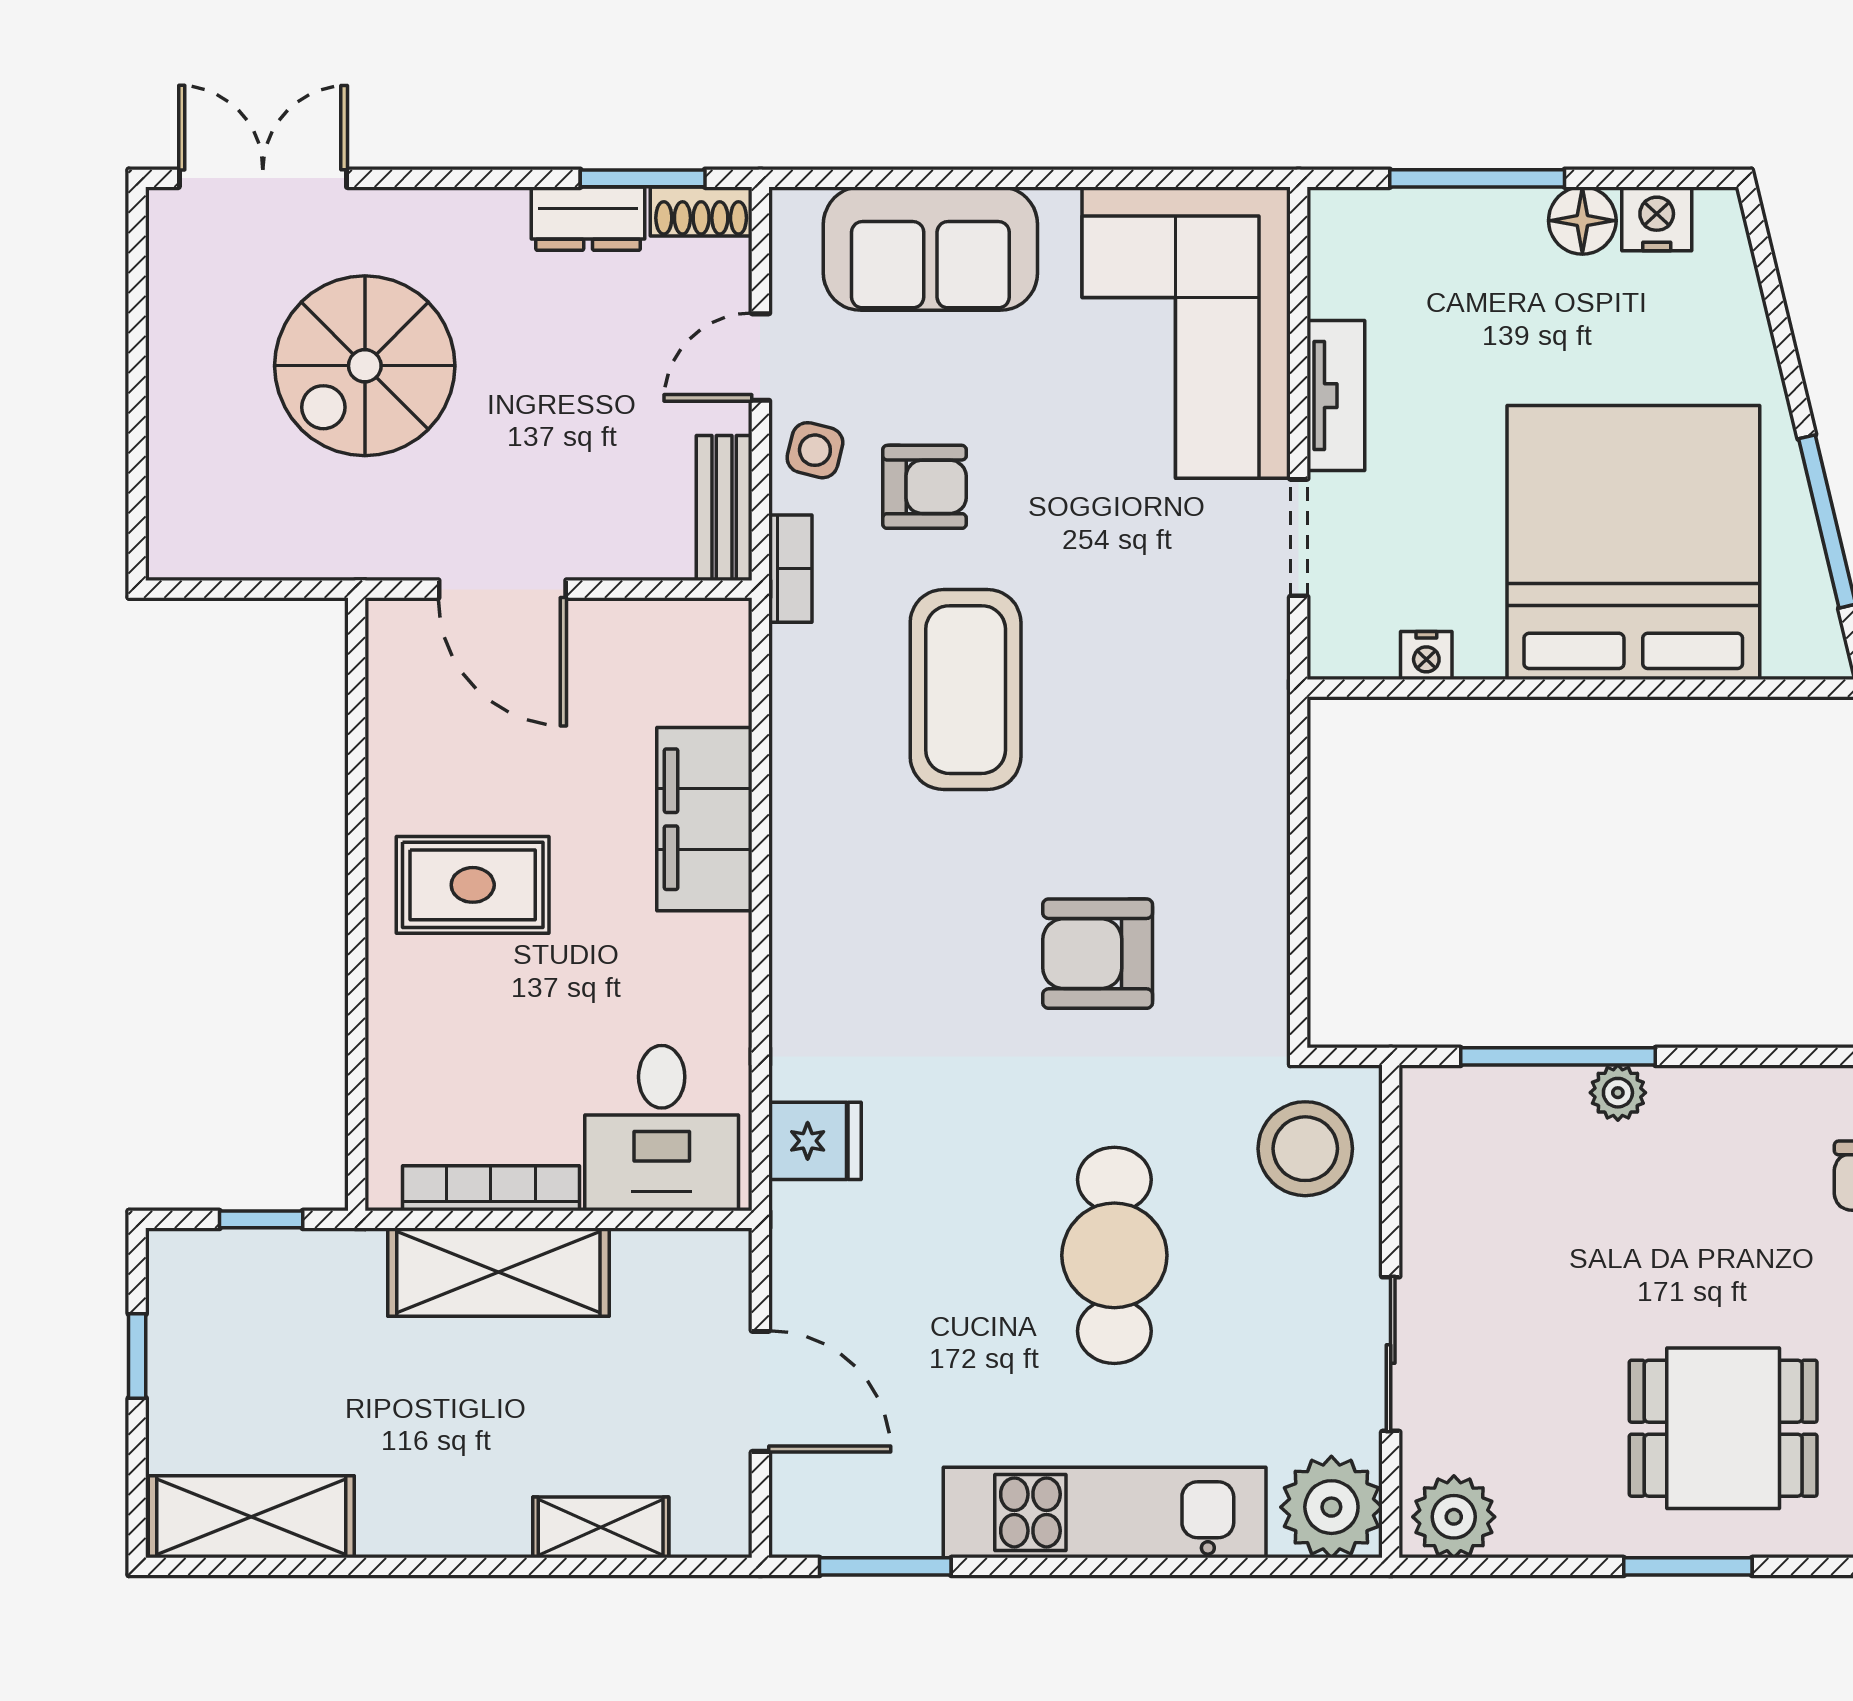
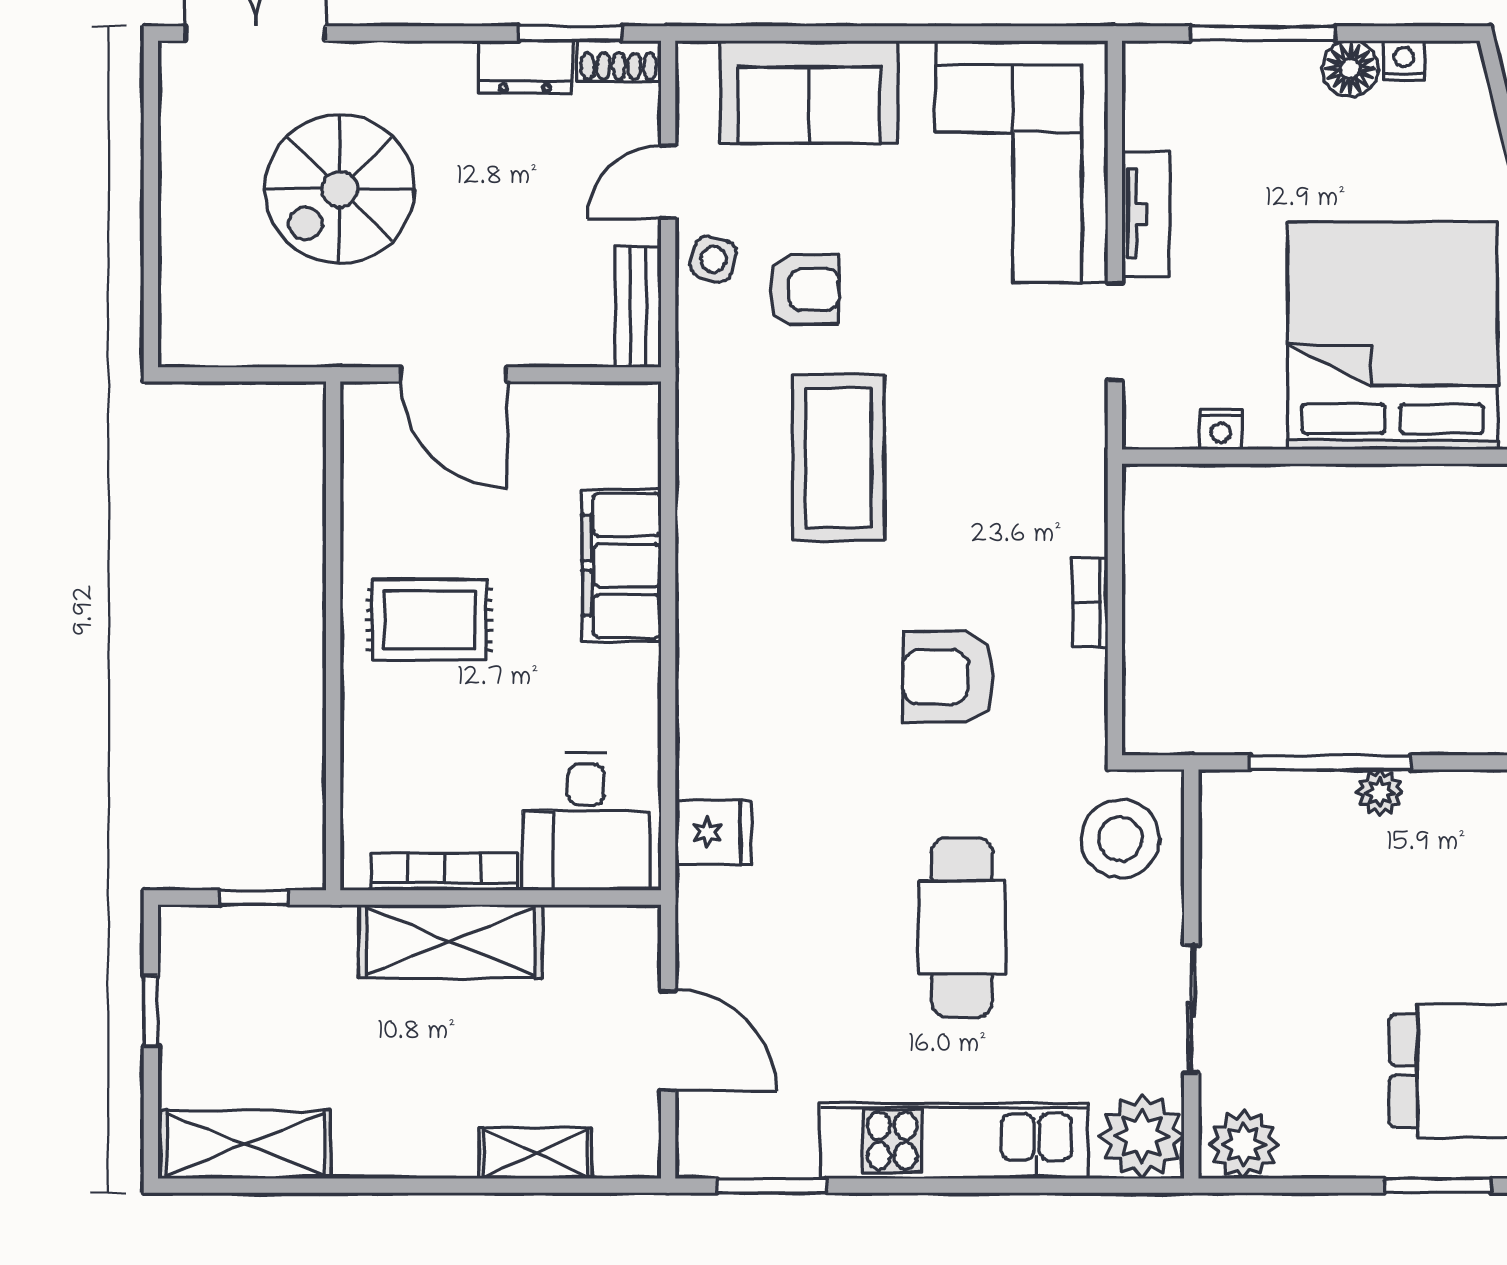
nightstand: (1657, 219) -> (1404, 60), width x0.72, depth x0.74
bookcase: (790, 569) -> (1090, 602), moved, turned 180

